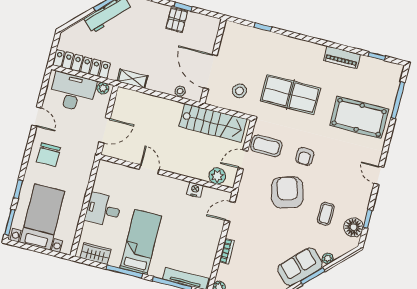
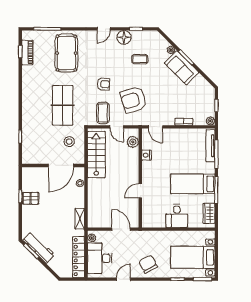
piano: (342, 57) -> (27, 52), moved
chair: (48, 155) -> (148, 264), turned -118
armchair: (287, 192) -> (134, 100), moved
floor lamp: (353, 227) -> (124, 37), moved

